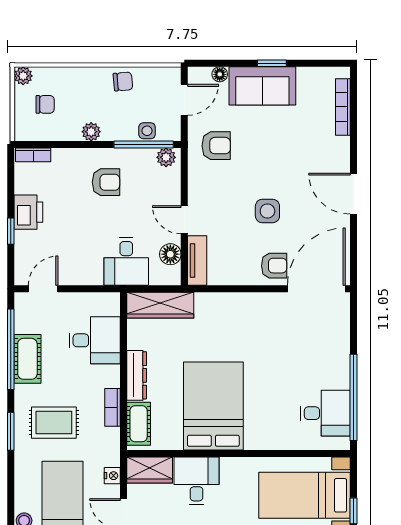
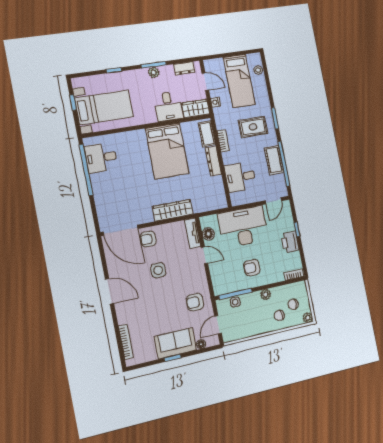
chair: (123, 81) -> (279, 315), moved
plant: (166, 157) -> (222, 289), removed
desk: (126, 262) -> (243, 227), width x1.87, depth x1.30
door: (316, 289) -> (121, 230), hinge flipped
wardrobe: (160, 305) -> (173, 210), moved

